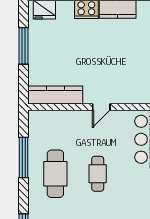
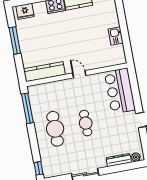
door: (101, 107) -> (79, 74), swing flipped
window: (24, 157) -> (27, 108), moved

